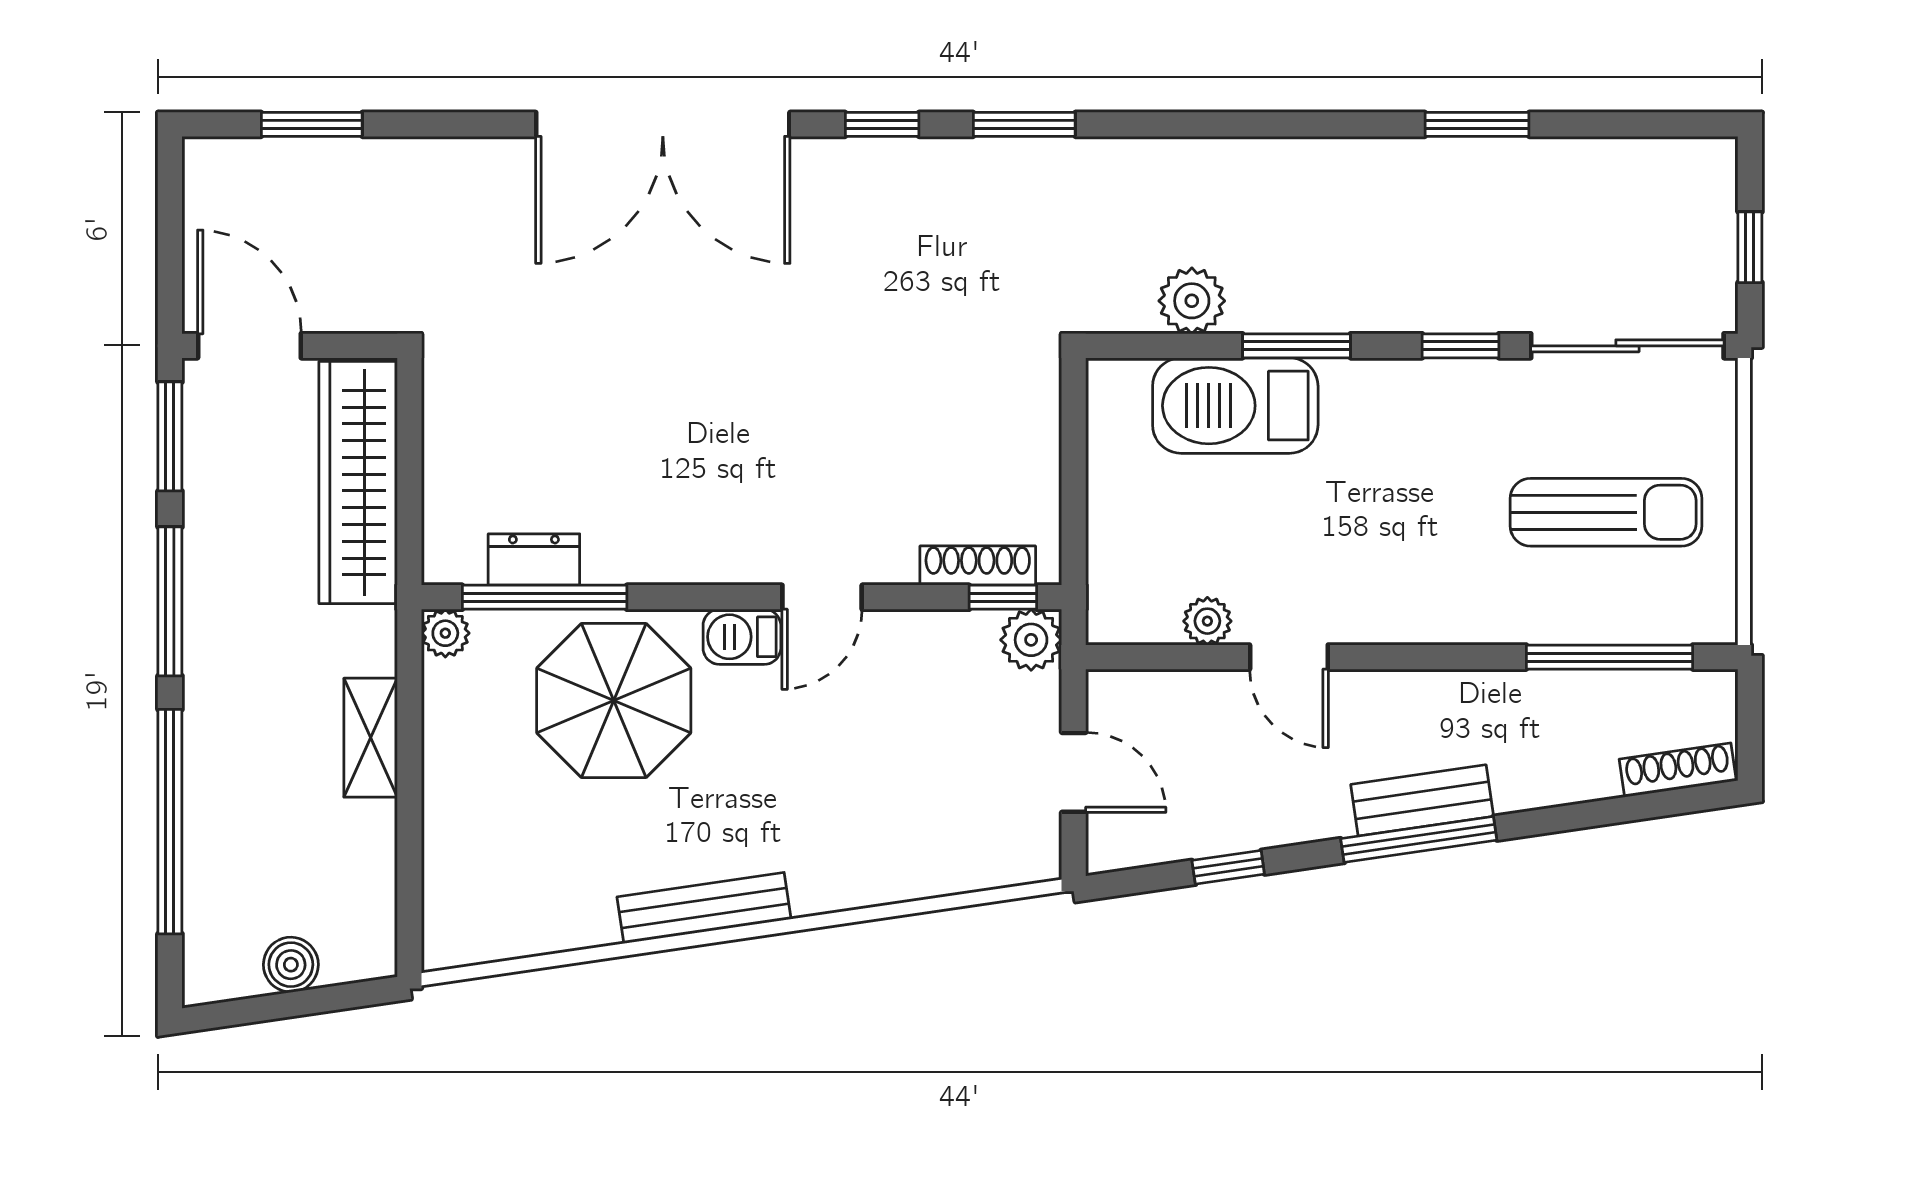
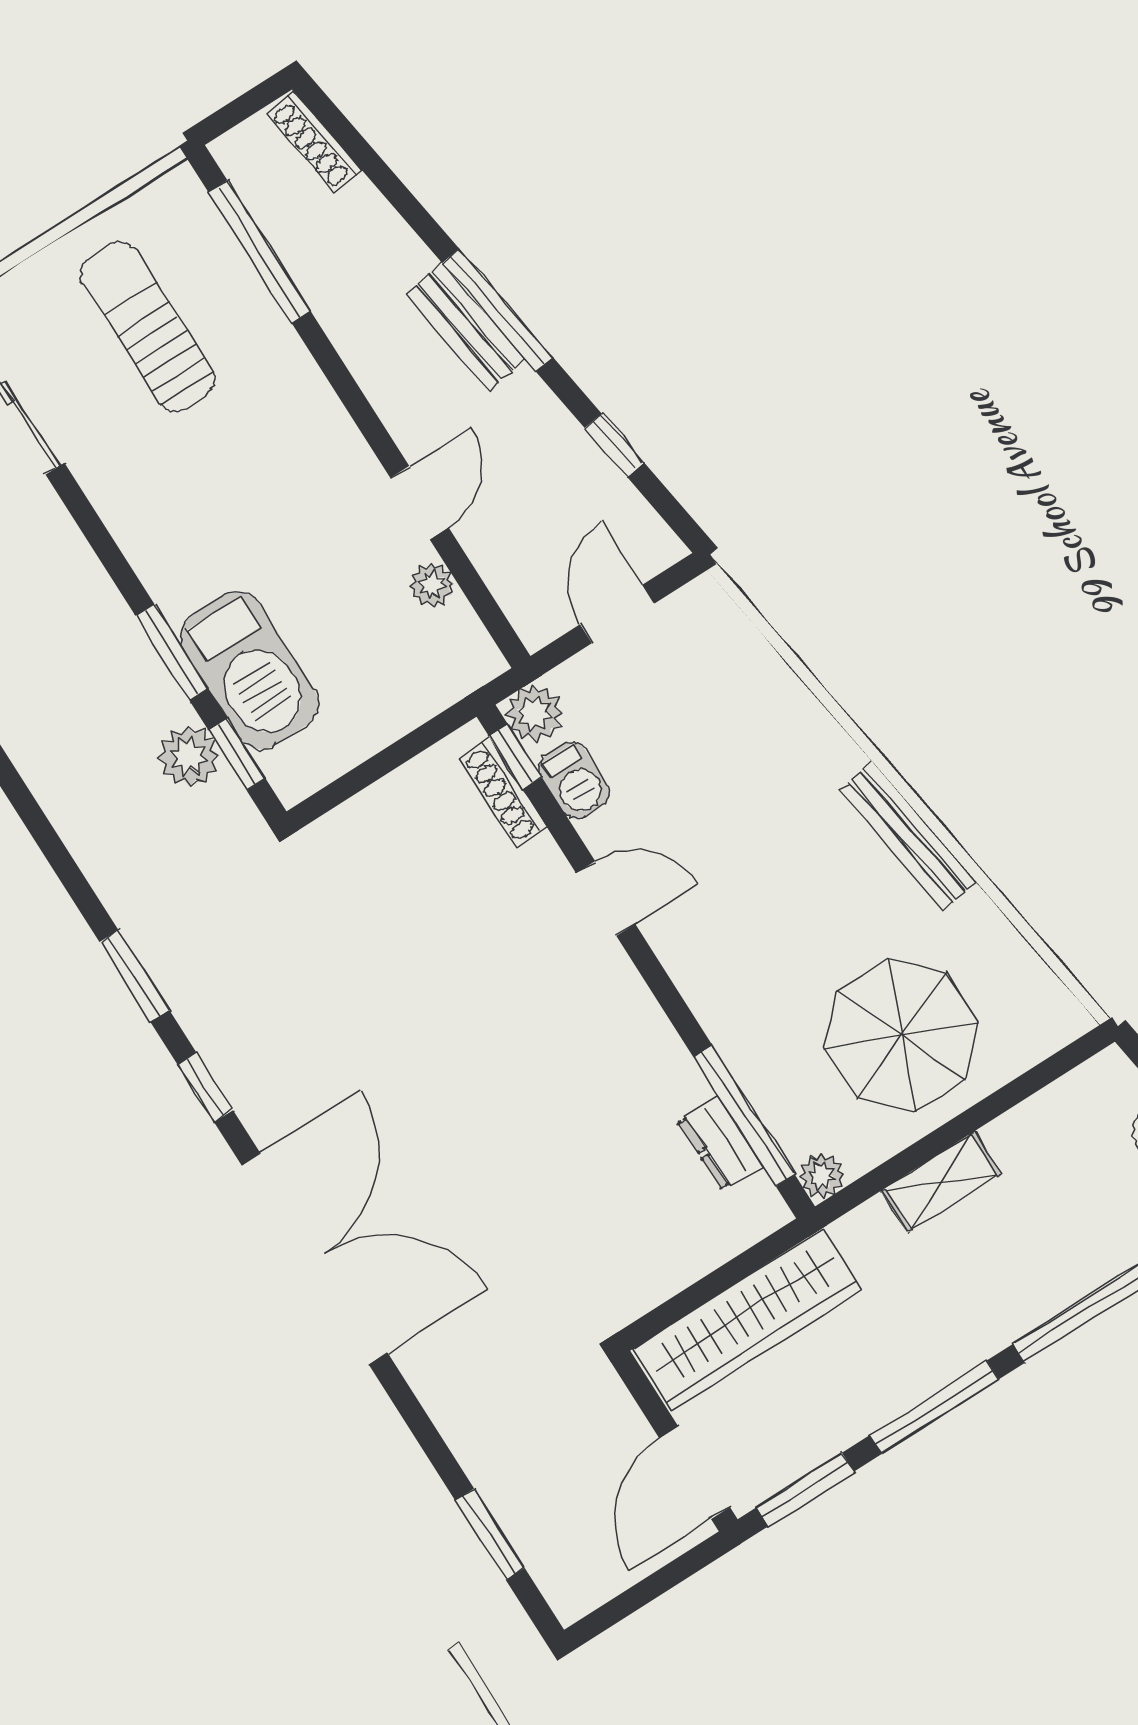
window: (1460, 346) -> (237, 754), moved
barbecue: (742, 637) -> (574, 780), moved
parasol: (614, 700) -> (902, 1035), moved

